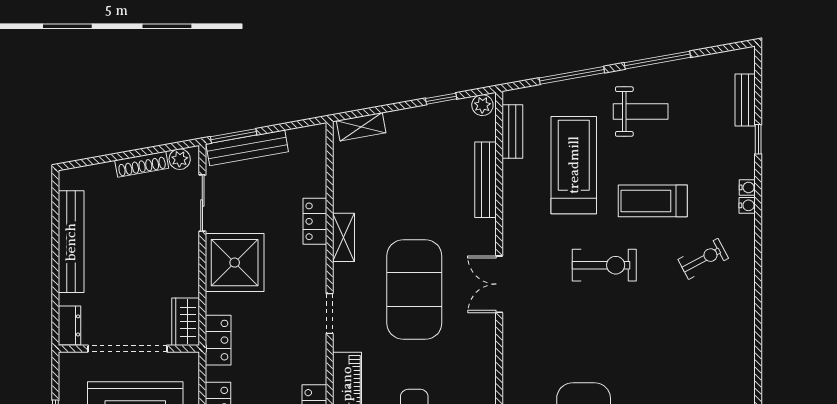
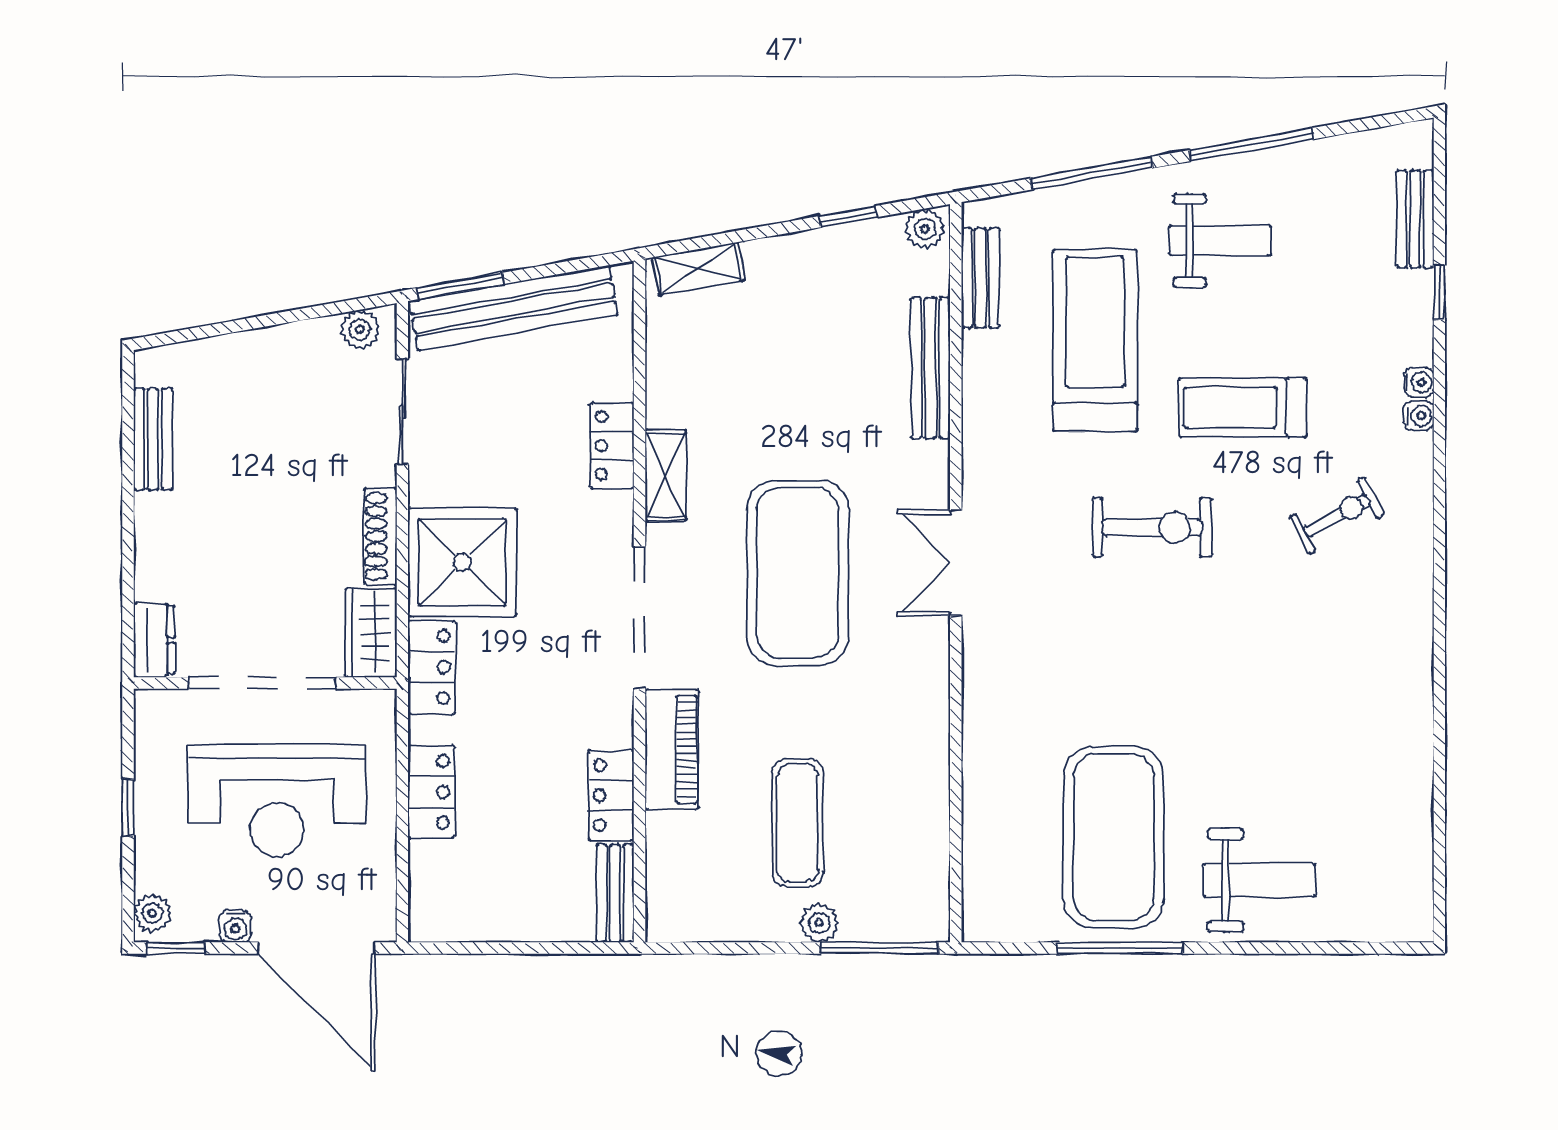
bench: (247, 148) -> (513, 308), width x1.37, depth x1.21
shoe rack: (142, 164) -> (380, 536), moved, turned 100
bench: (71, 242) -> (153, 439), width x0.54, depth x0.82
shower: (235, 263) -> (462, 562), moved
doorway: (330, 314) -> (640, 617), width x1.87

